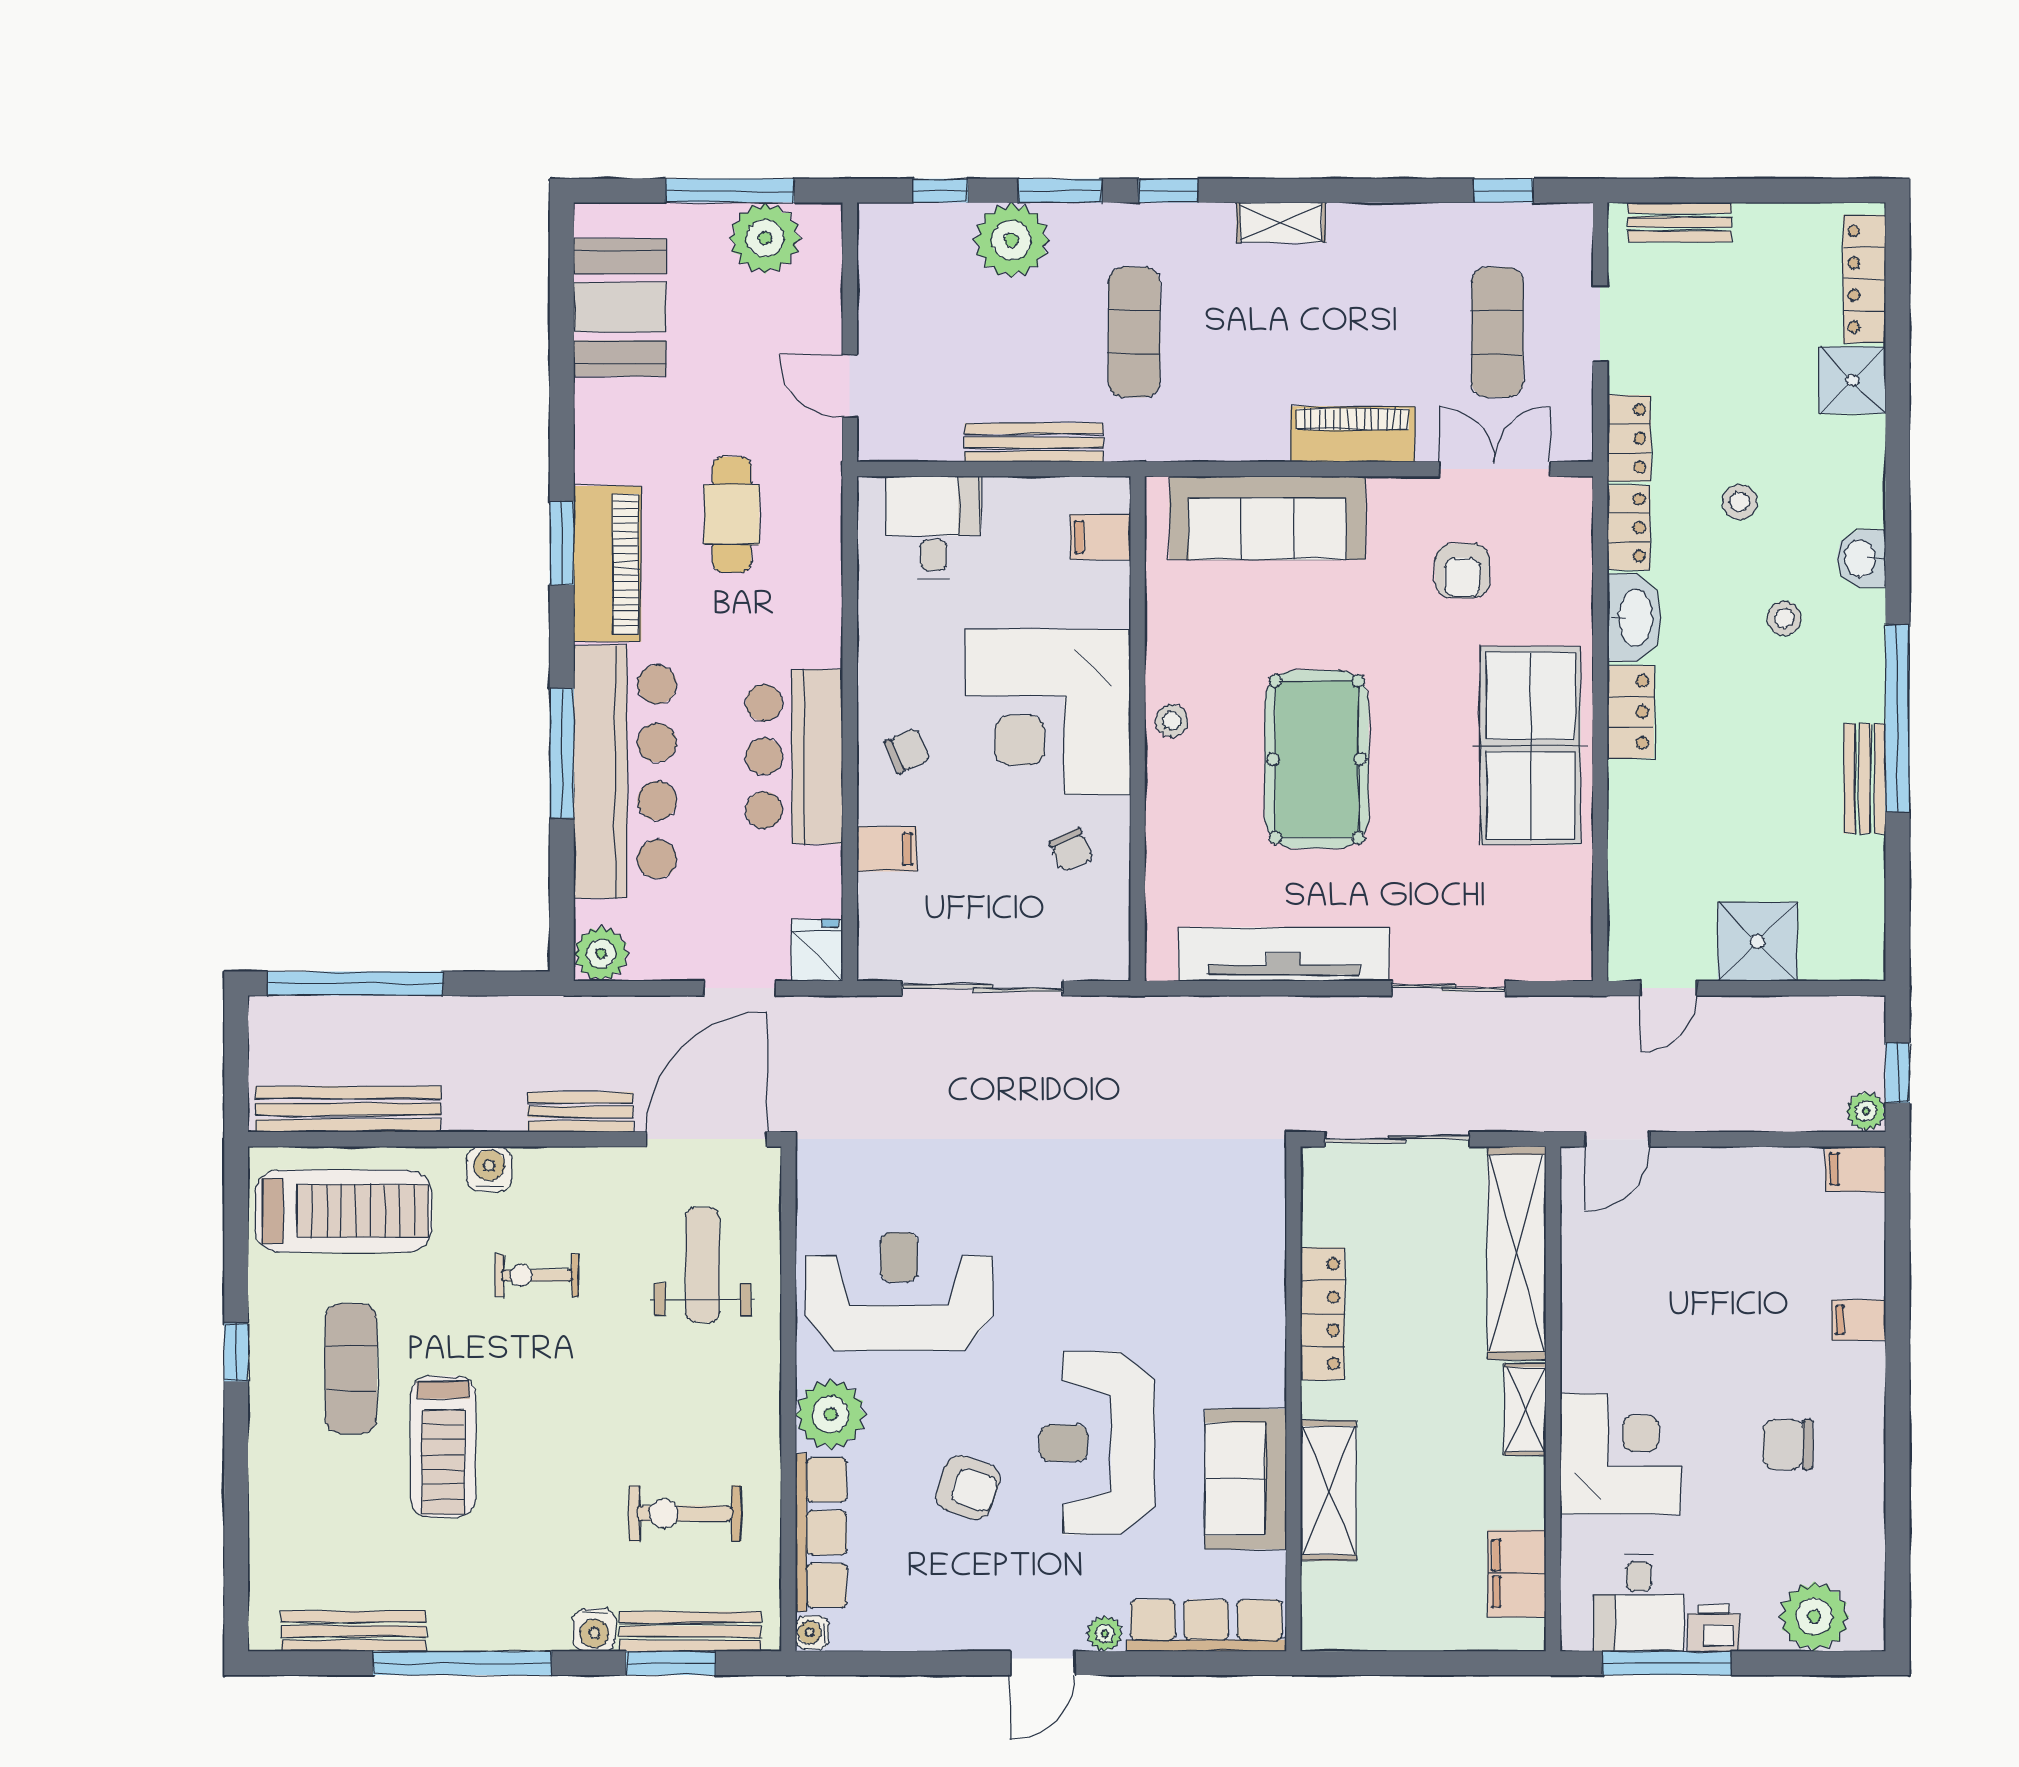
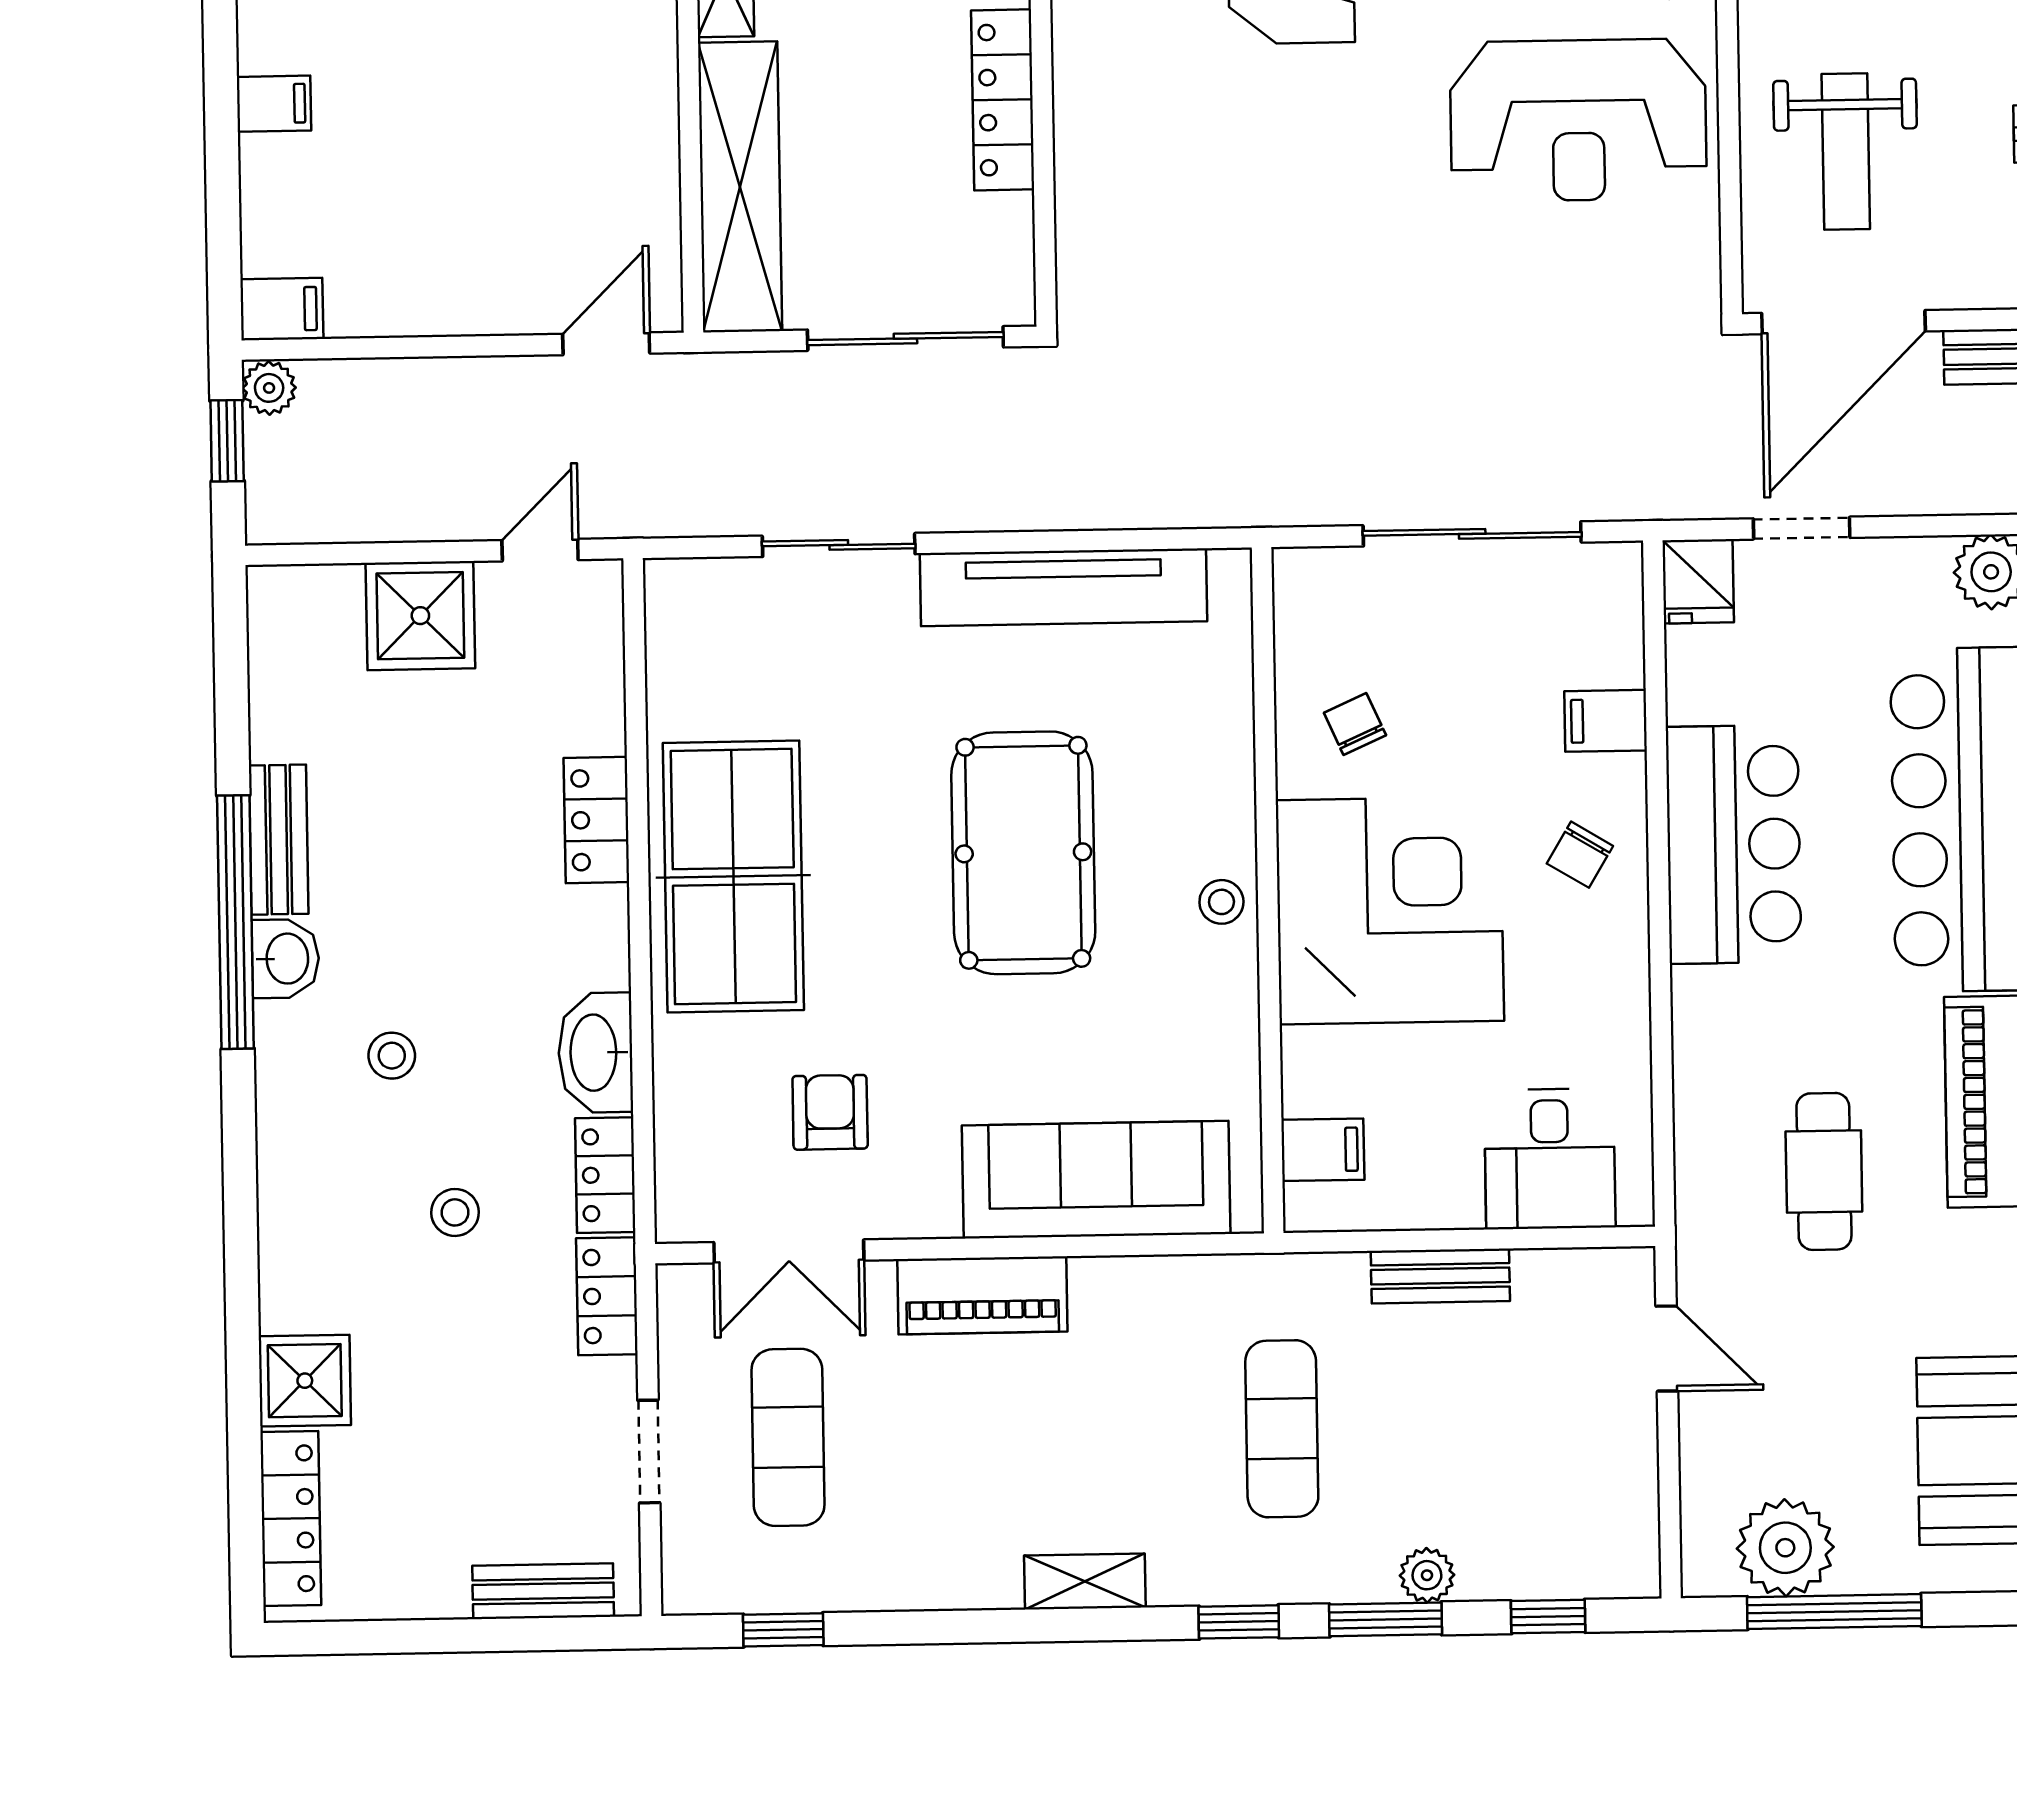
plant: (1011, 240) -> (1427, 1575), width x0.53, depth x0.53
bench: (1034, 443) -> (1440, 1276), width x0.73
washbasin: (1861, 558) -> (285, 959), moved
locker: (1631, 712) -> (596, 820), moved
chair: (907, 751) -> (1580, 855), turned -35

